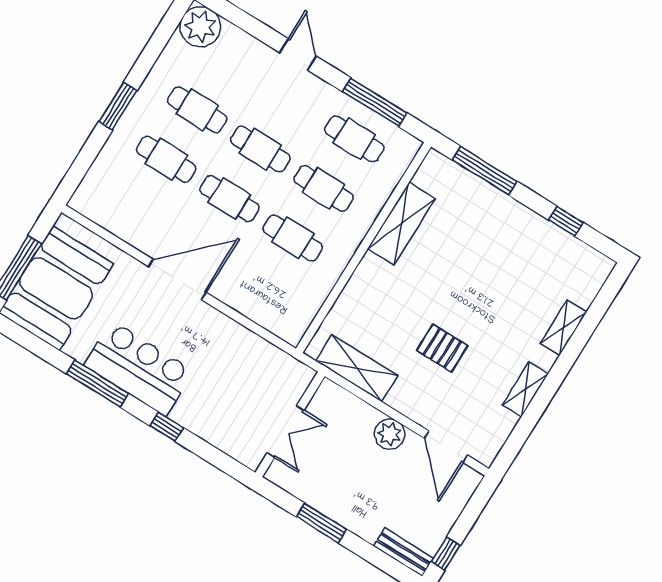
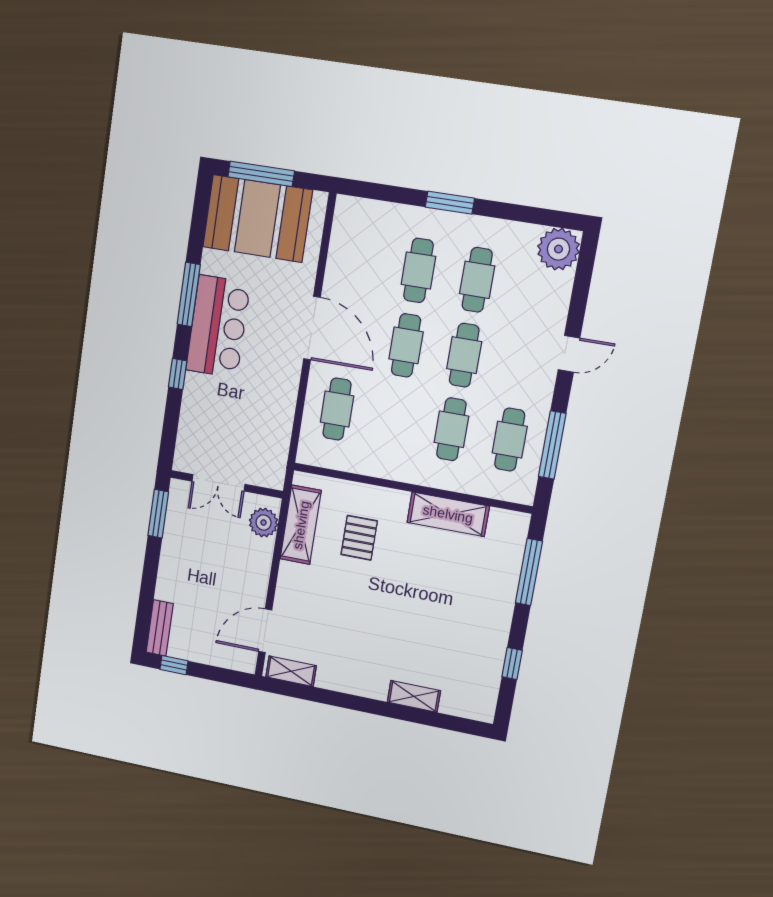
cafe table: (293, 238) -> (337, 409), moved
pallet: (442, 348) -> (359, 538), moved
shelving: (525, 389) -> (291, 671), moved
plant: (390, 434) -> (264, 523), moved
window: (321, 523) -> (158, 514), moved

